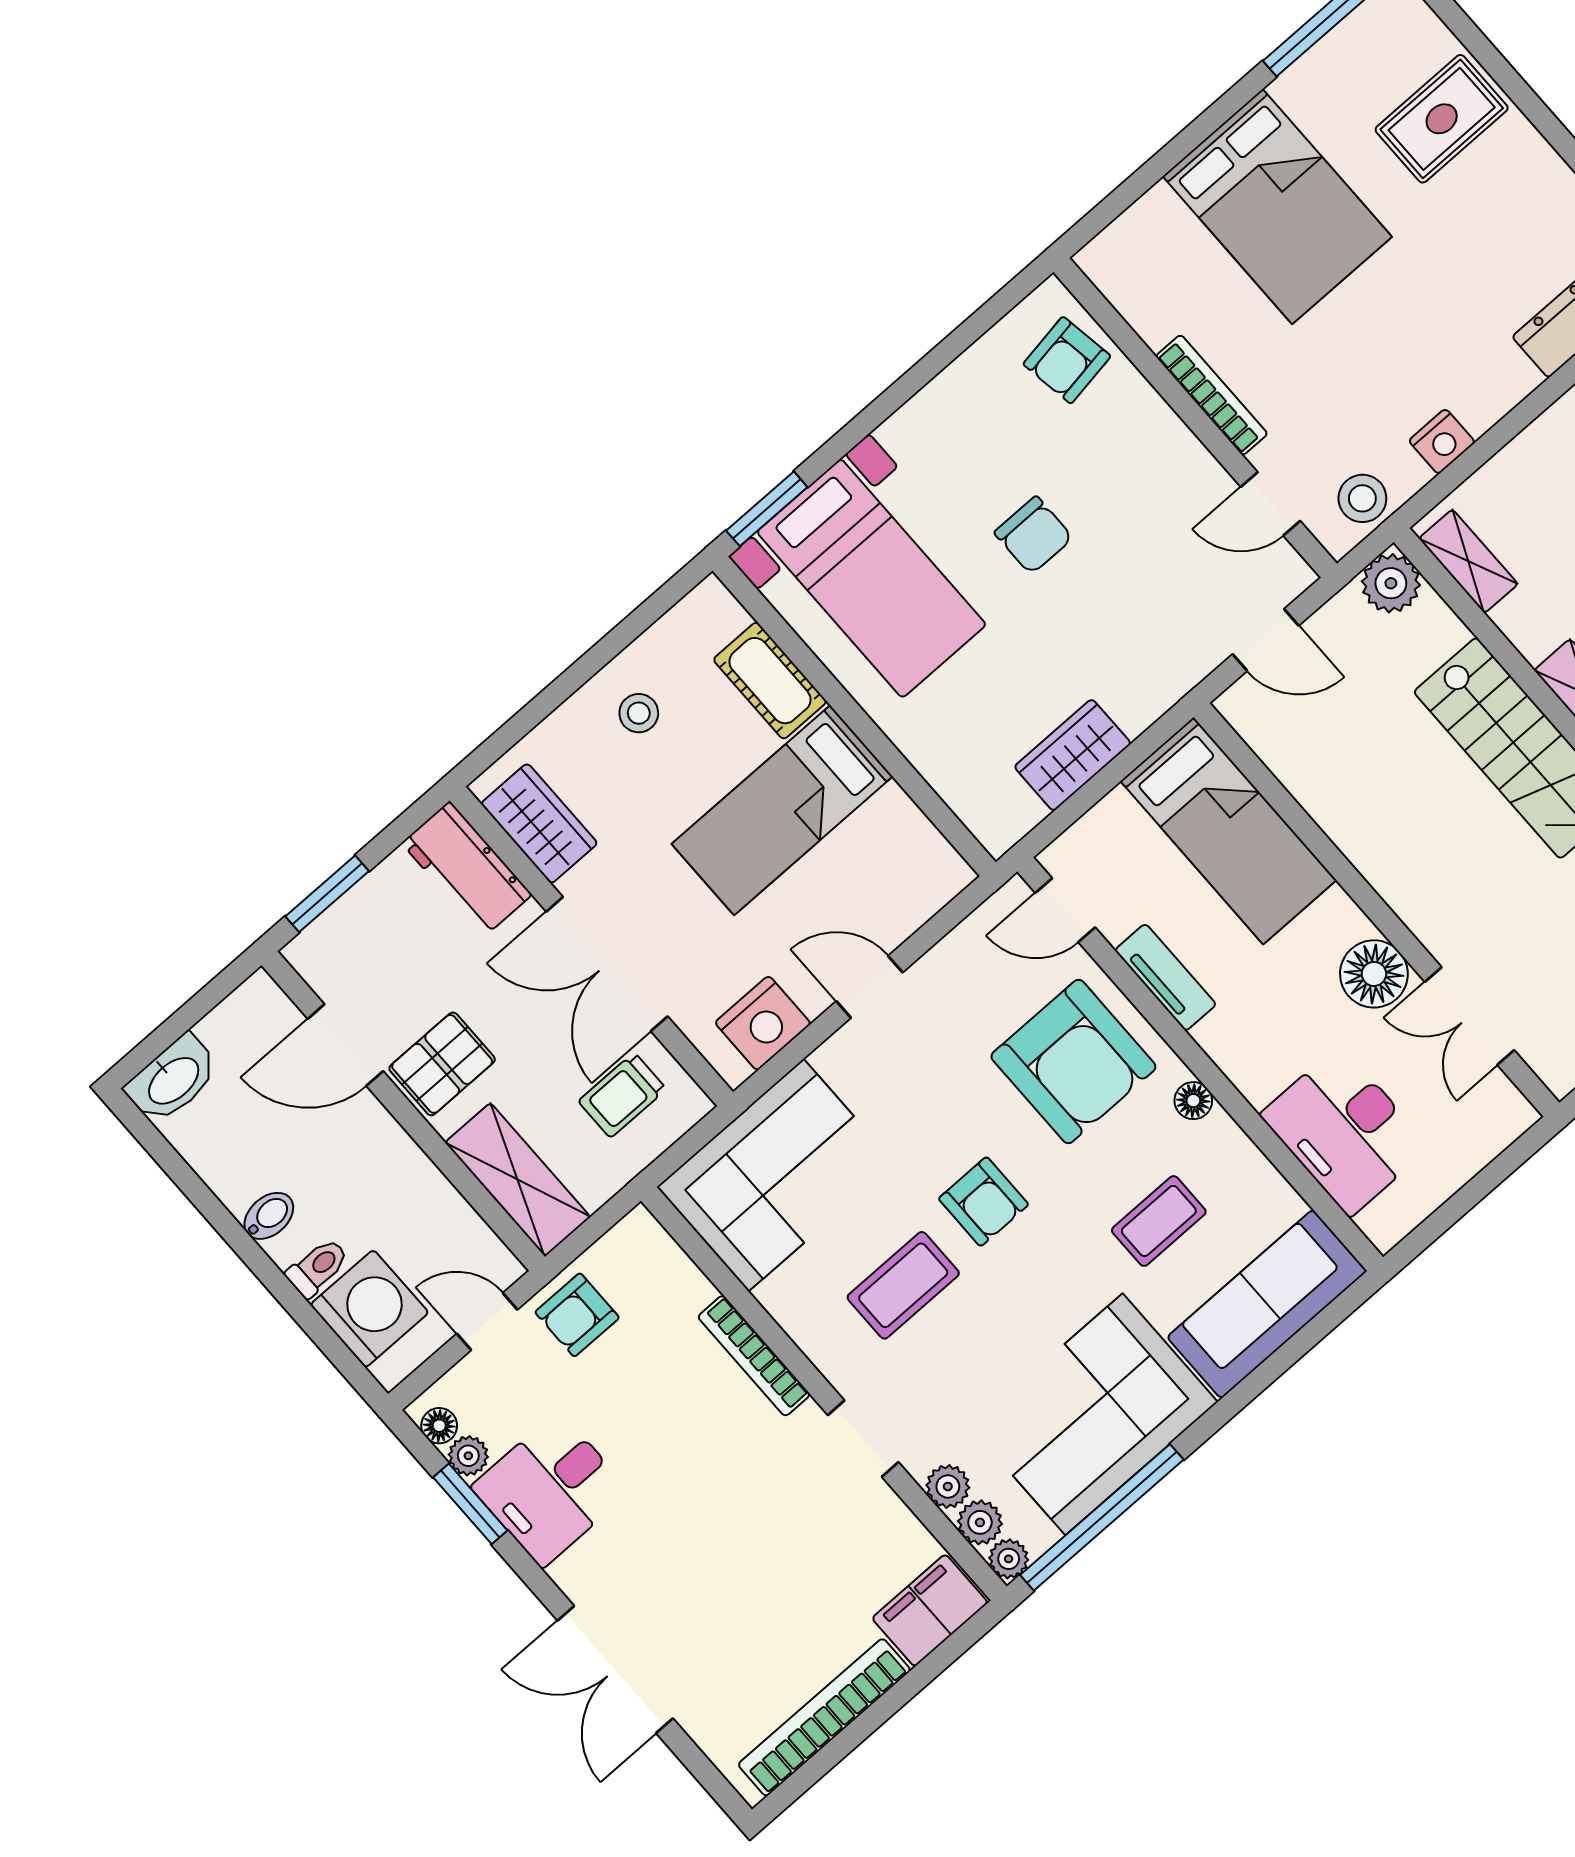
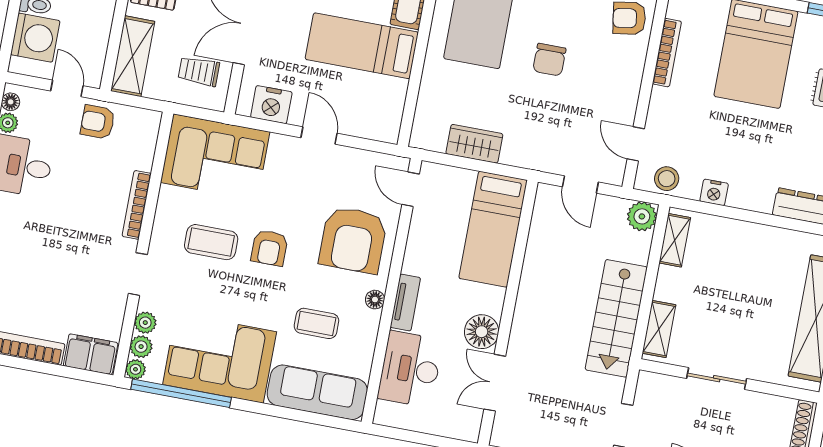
bookcase: (1212, 395) -> (667, 53), moved
tv unit: (1165, 977) -> (405, 303), moved

